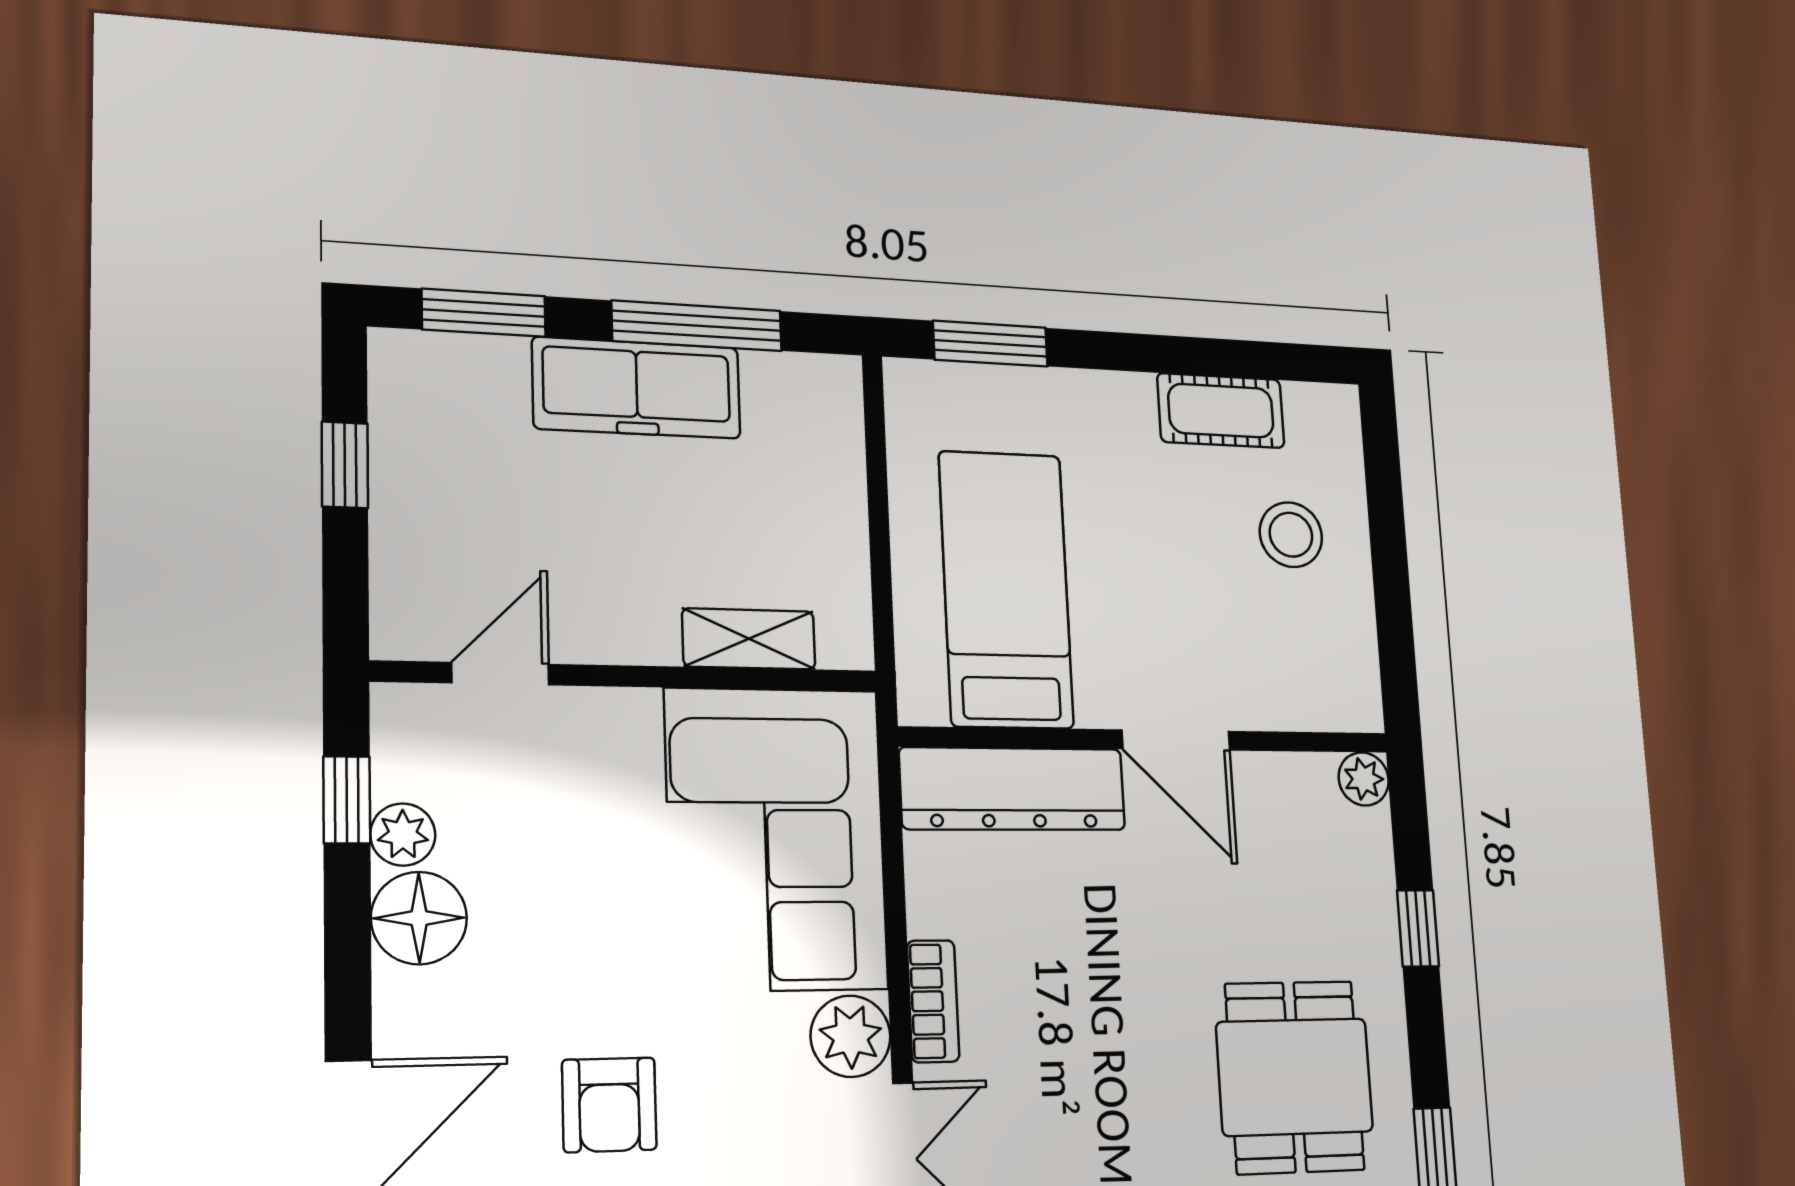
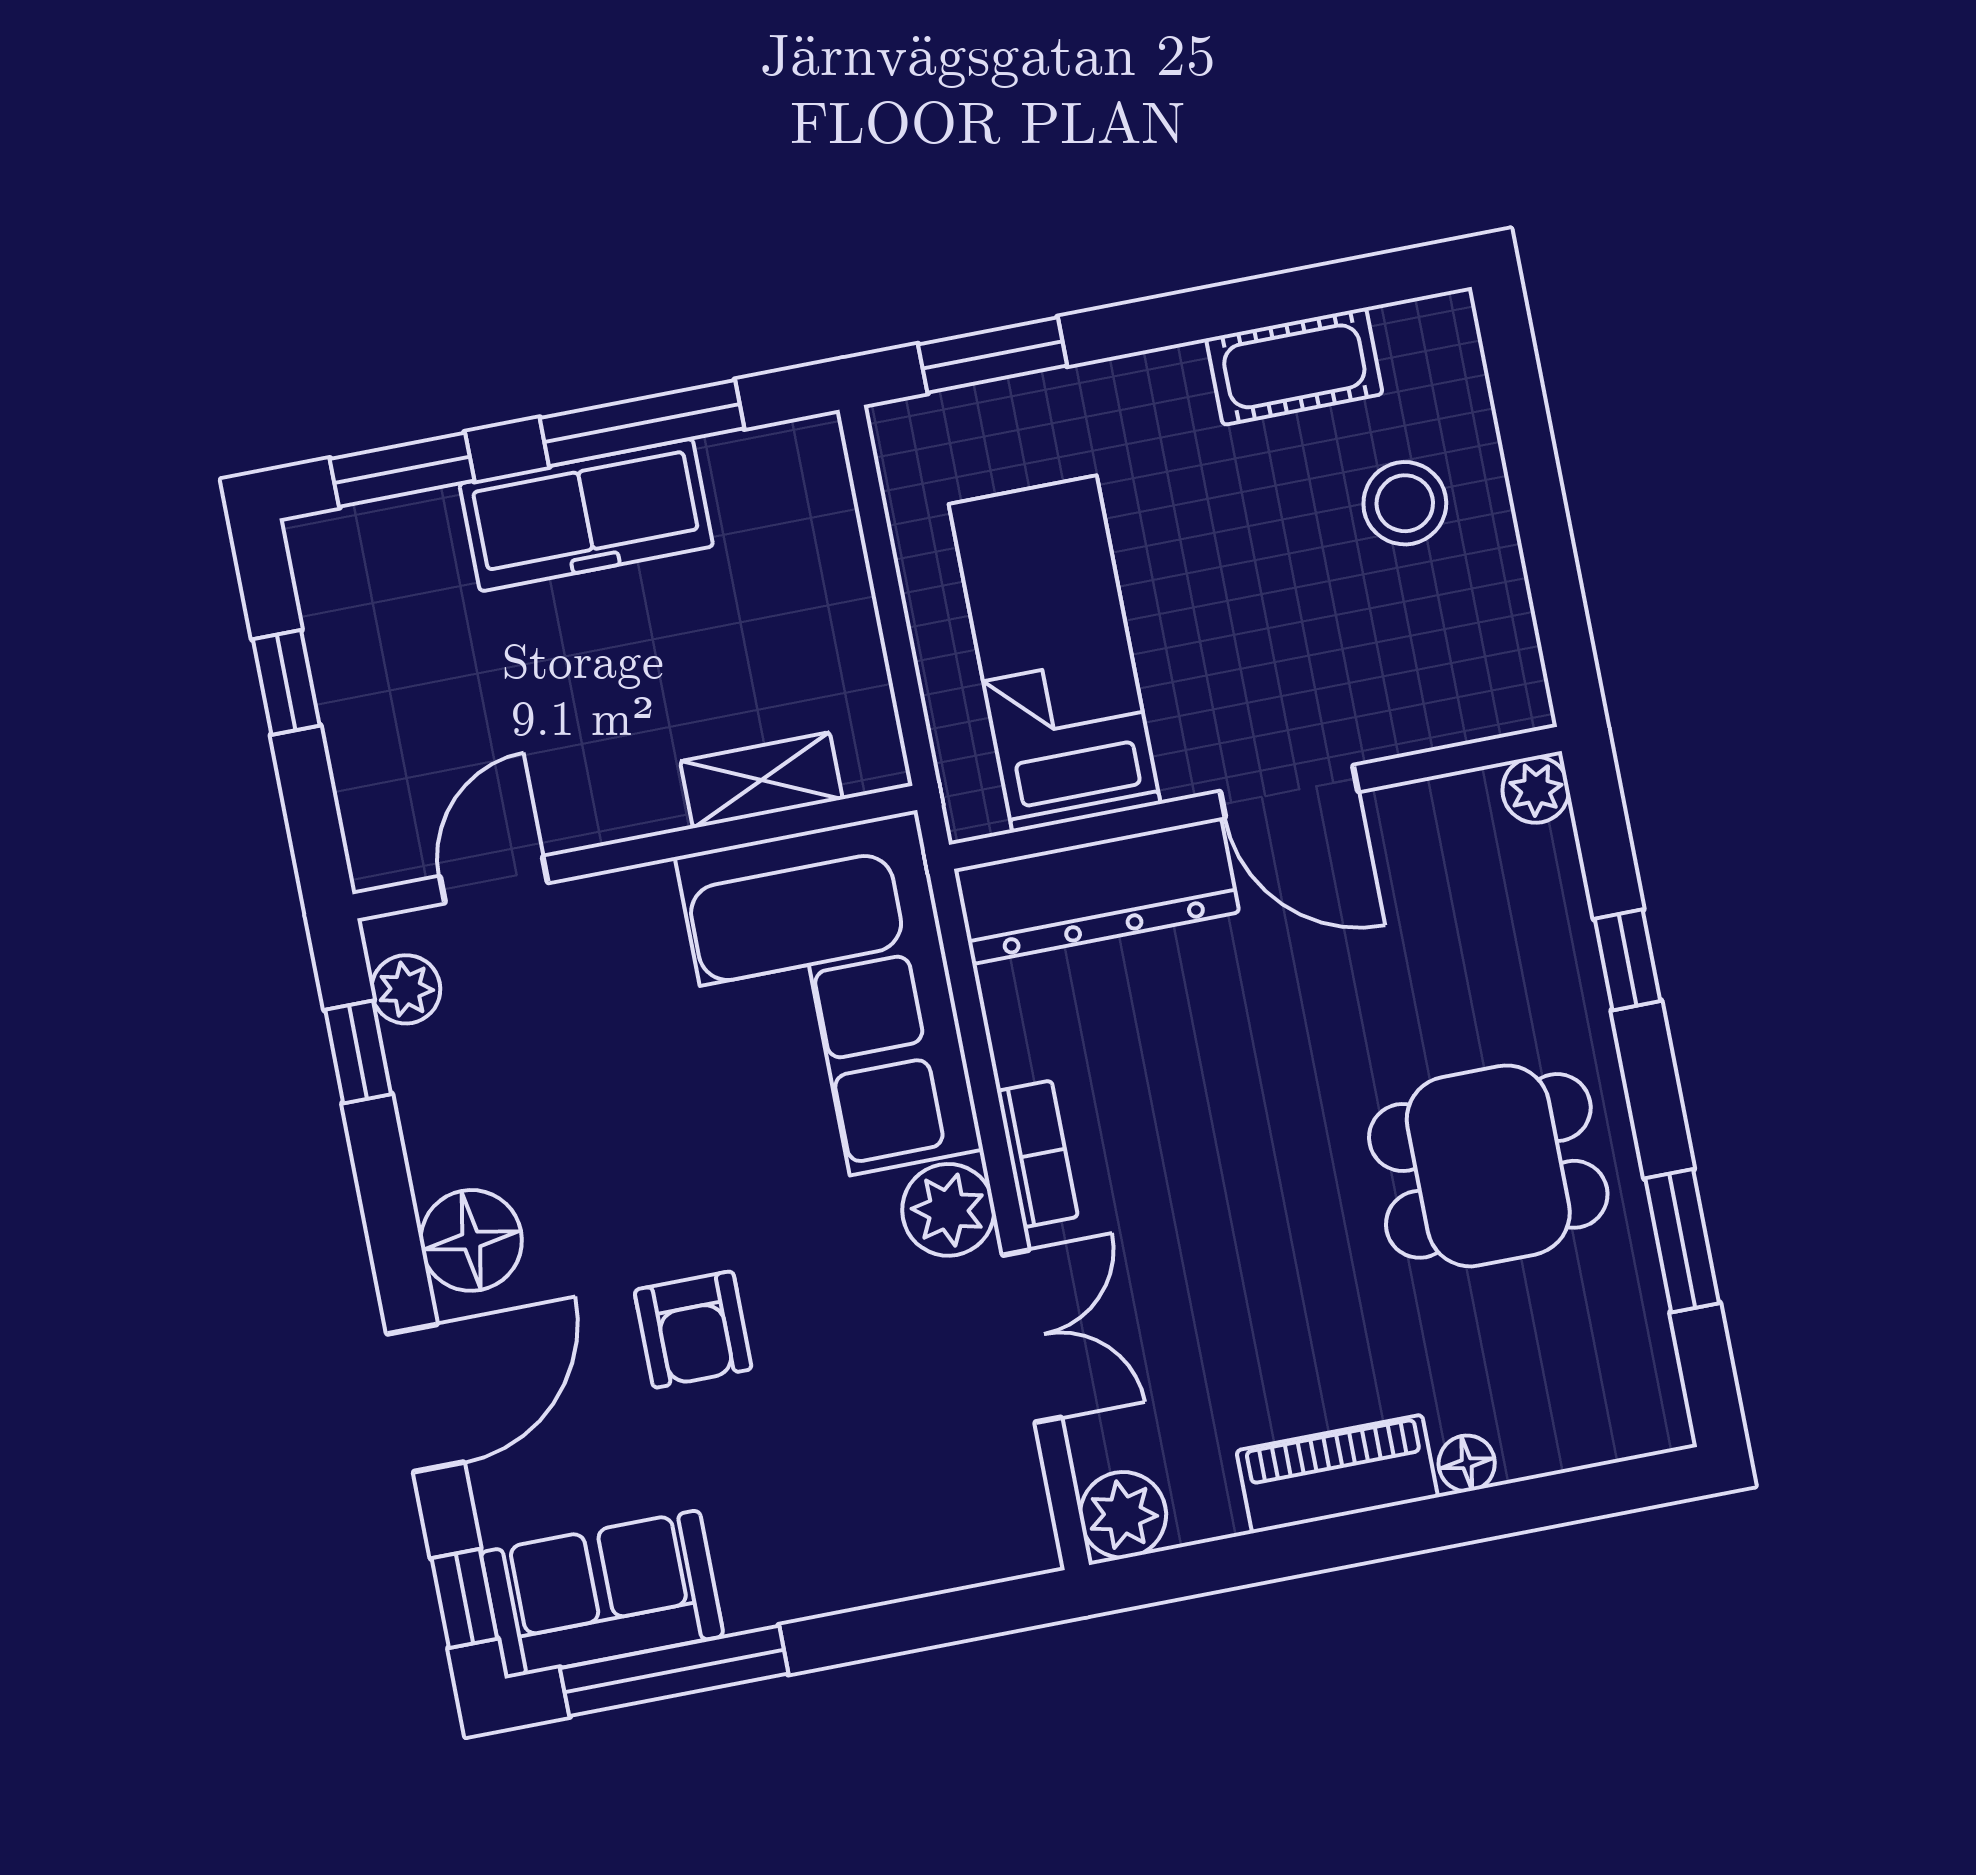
plant: (403, 835) -> (406, 989), moved
floor lamp: (419, 918) -> (471, 1240), moved
dining table: (1295, 1077) -> (1488, 1166), turned 90

